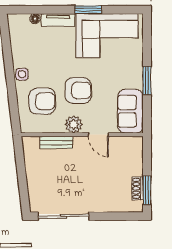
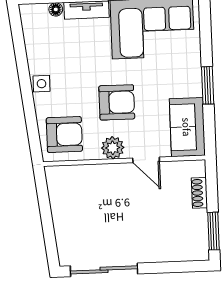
armchair: (42, 101) -> (64, 134), moved
bench: (56, 142) -> (91, 172), removed
shoe rack: (138, 188) -> (199, 193), moved

